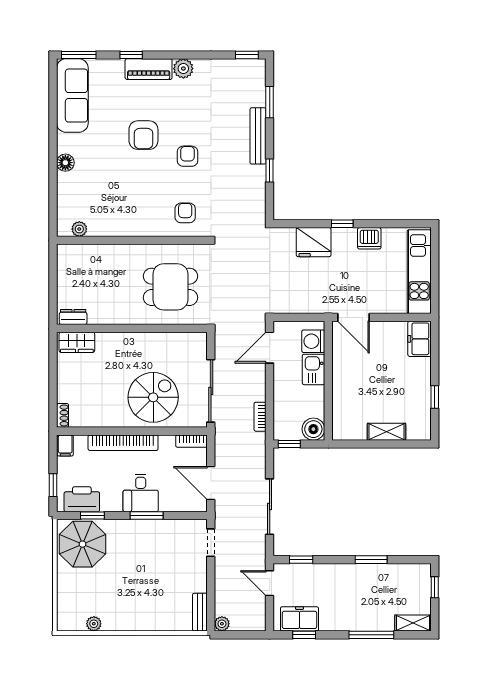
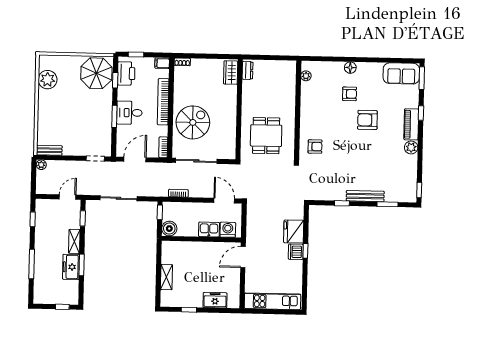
sofa: (72, 96) -> (401, 73), width x0.73
armchair: (187, 156) -> (350, 94), moved
dishwasher: (369, 238) -> (296, 252), moved
freezer: (419, 339) -> (215, 300), moved
spiral stairs: (153, 397) -> (193, 122), turned -90
freezer: (299, 619) -> (71, 267), moved, turned 180
shelving: (413, 623) -> (74, 241), moved
plant: (94, 624) -> (48, 80), width x1.87, depth x1.87

